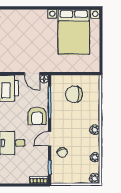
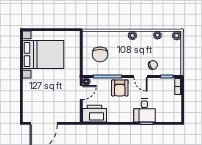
armchair: (37, 116) -> (120, 88), turned 90

